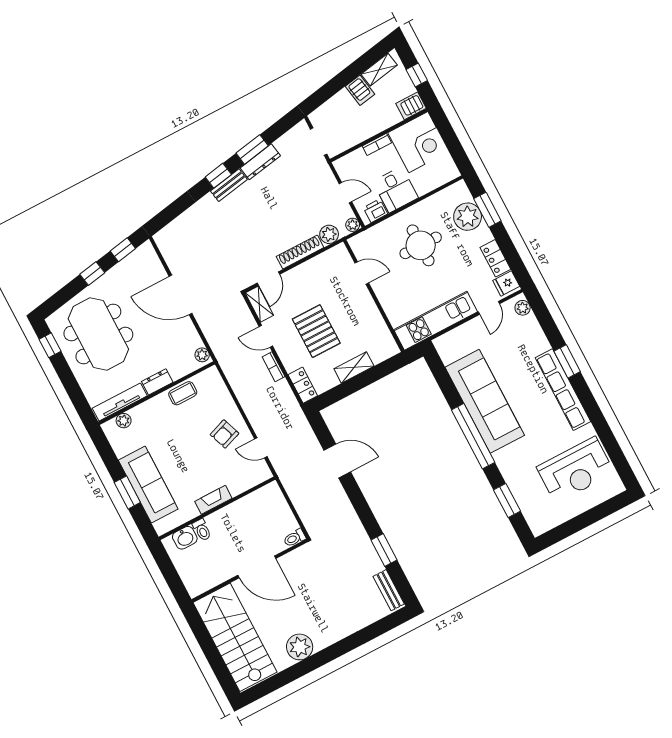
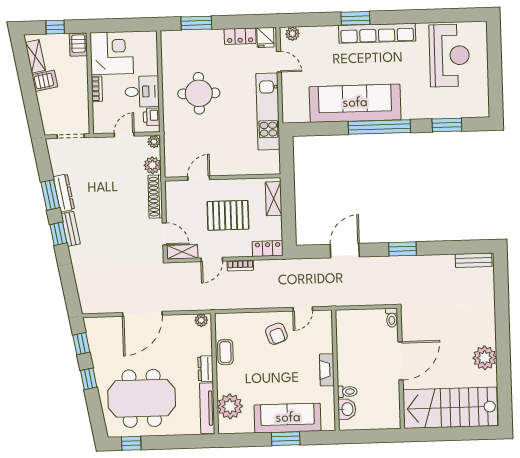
plant: (468, 217) -> (194, 42), removed
door: (362, 273) -> (199, 178), moved
wall: (374, 296) -> (223, 177), moved
plant: (124, 421) -> (230, 406), width x1.88, depth x1.88
window: (384, 550) -> (402, 249), moved

